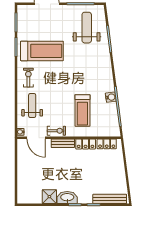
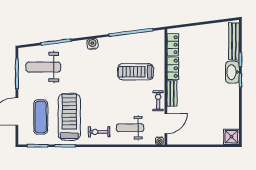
exercise mat: (42, 25) -> (41, 117), added
water cooler: (111, 97) -> (92, 44), moved
treadmill: (82, 110) -> (136, 72), turned 180
shower: (49, 197) -> (231, 137), moved
washbasin: (67, 198) -> (232, 72), moved

